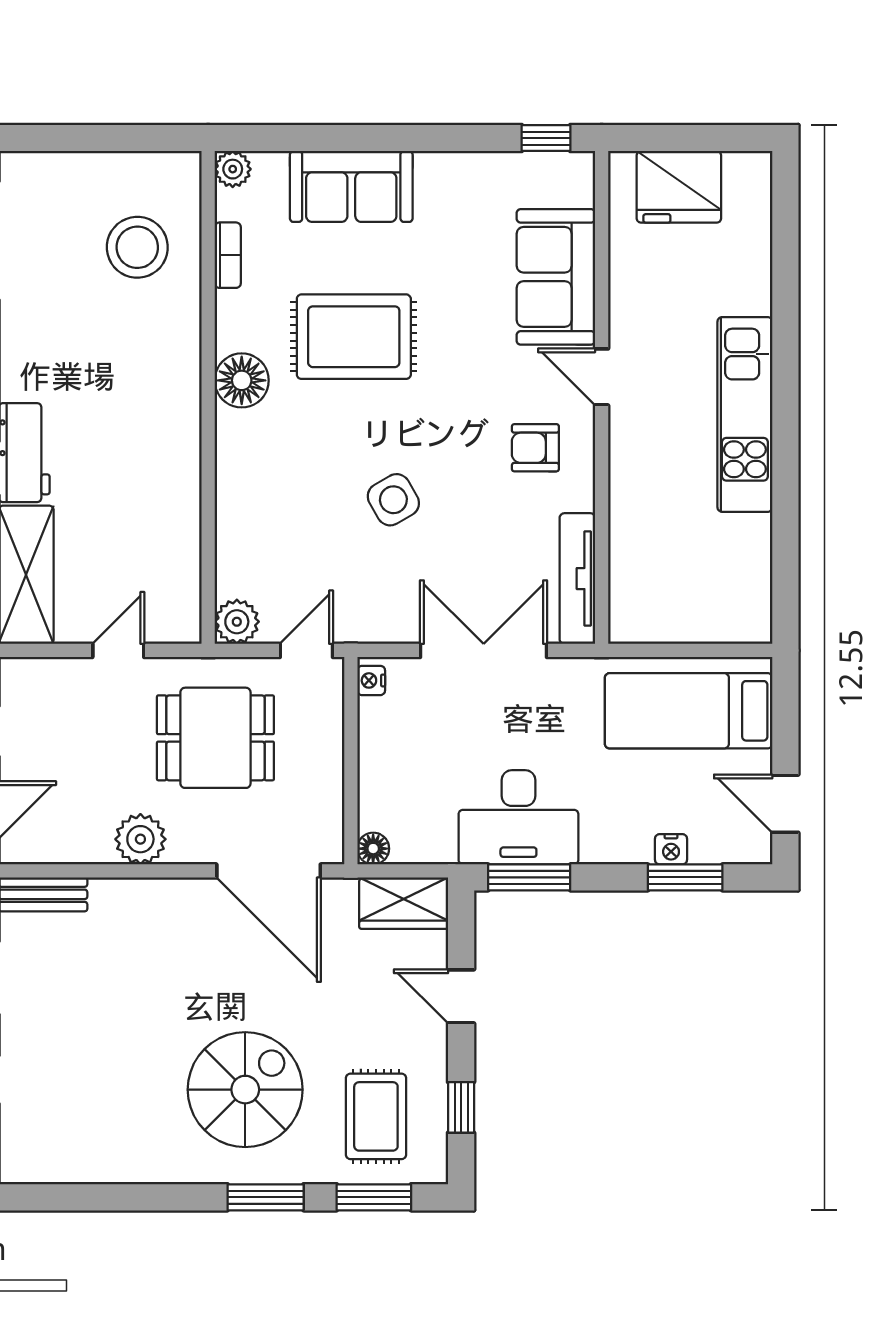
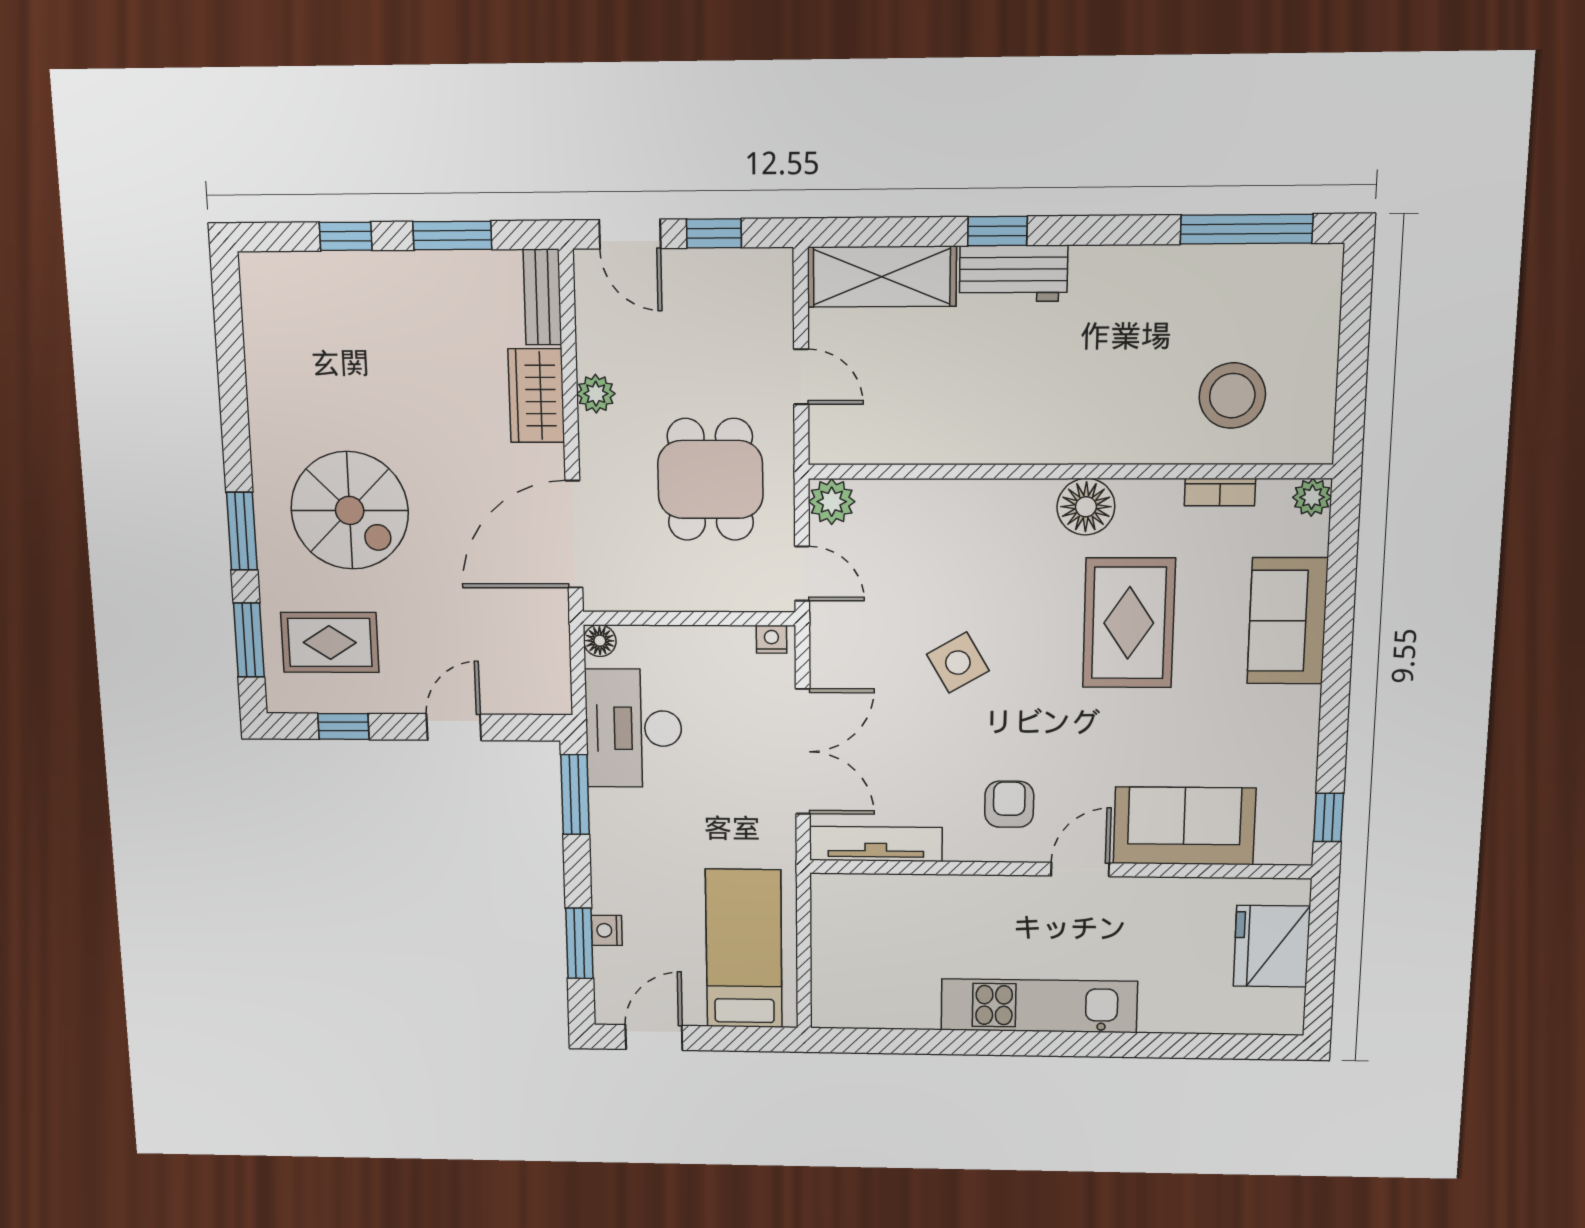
desk: (518, 817) -> (634, 728), moved
plant: (140, 839) -> (596, 394), width x0.73, depth x0.73
wardrobe: (404, 903) -> (536, 396), moved

